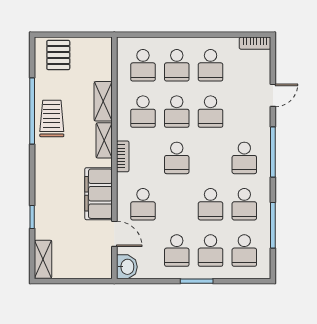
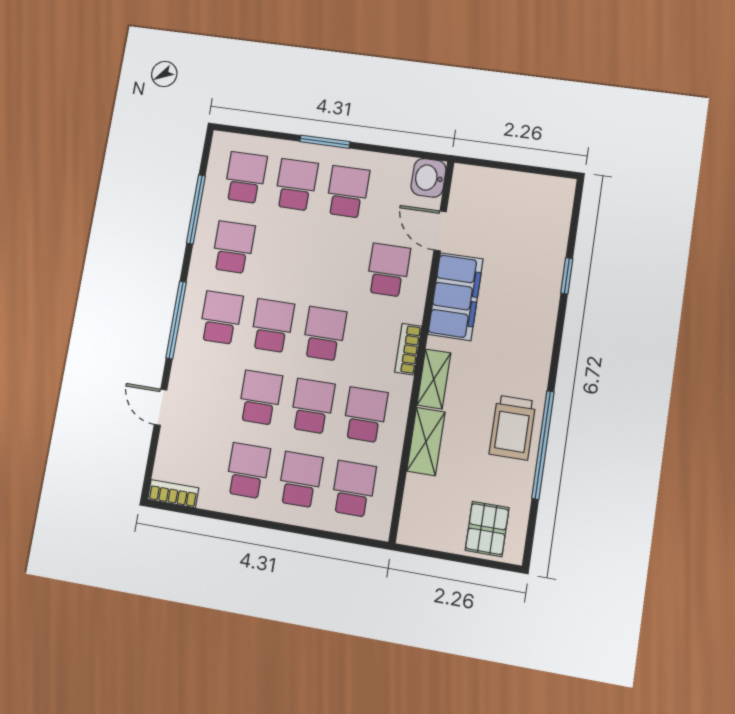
door: (273, 95) -> (161, 407), hinge flipped
school desk: (211, 204) -> (272, 326), moved
shelving: (43, 259) -> (559, 208), removed

